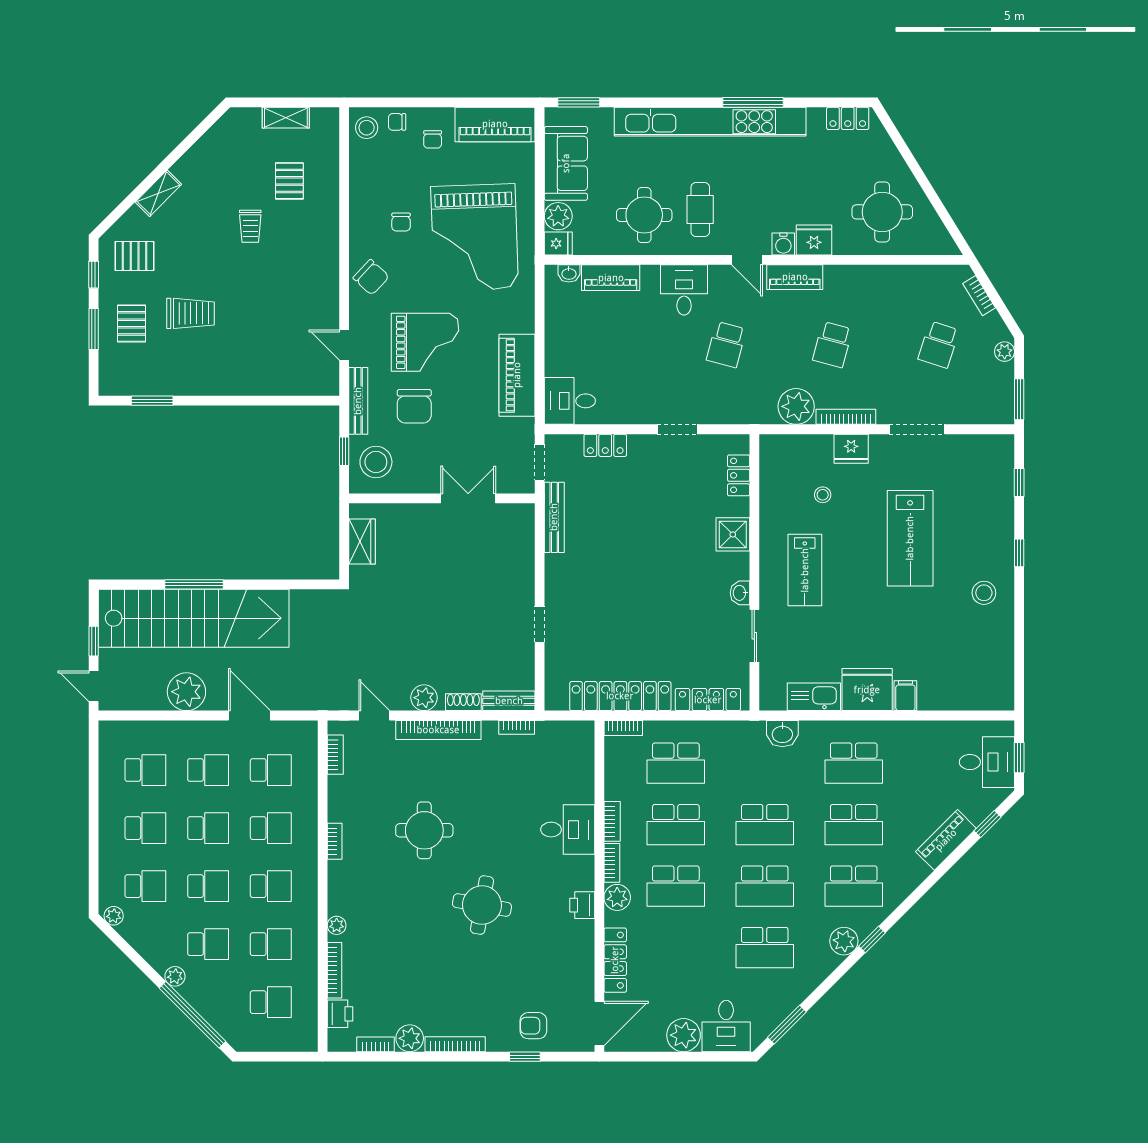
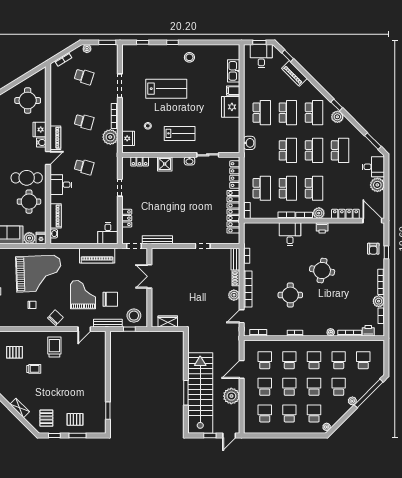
cafe table: (700, 210) -> (27, 178), width x1.37, depth x1.35
trolley: (191, 313) -> (54, 347), moved
fridge: (851, 449) -> (128, 138), moved
kitchen sink: (814, 697) -> (234, 71), moved

